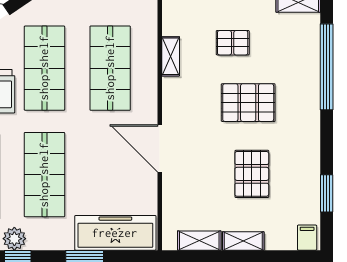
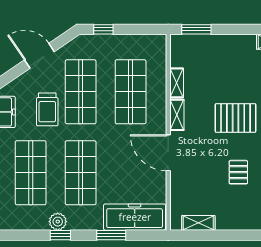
pallet: (233, 43) -> (224, 72), removed
pallet: (252, 174) -> (238, 172), width x0.67, depth x0.71
shelving: (243, 241) -> (177, 115), moved, turned 90

